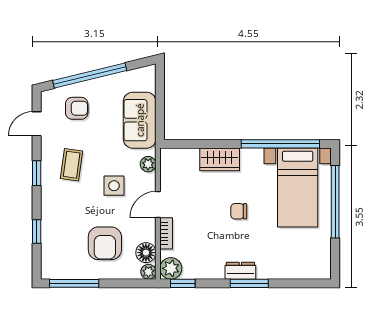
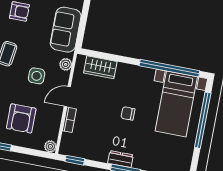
wardrobe: (220, 159) -> (100, 67), moved
floor lamp: (146, 253) -> (51, 131), removed
plant: (171, 268) -> (68, 147), removed

